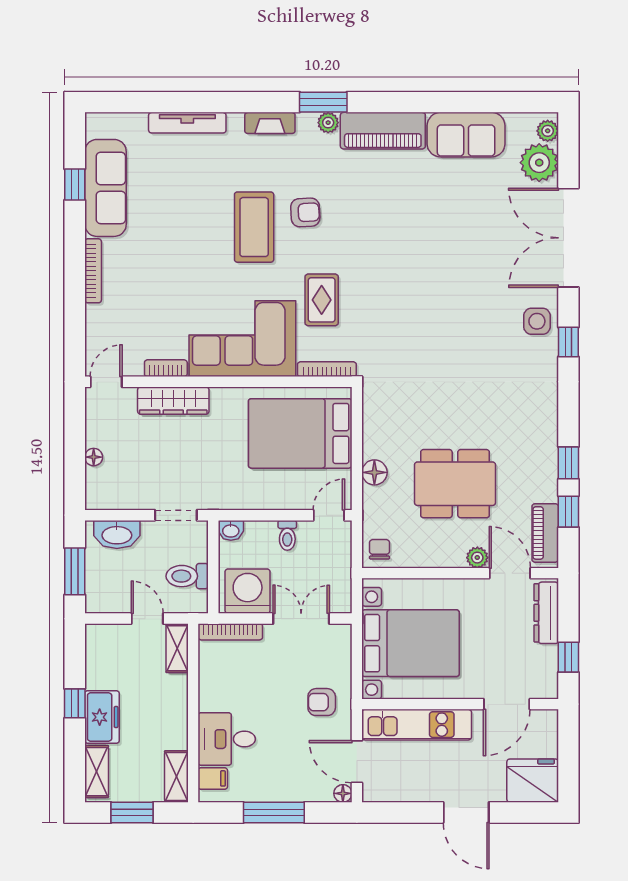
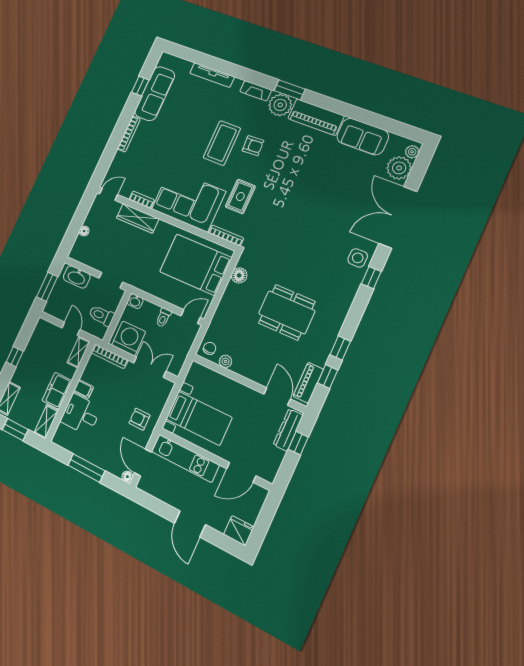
plant: (328, 123) -> (280, 105), width x1.88, depth x1.88
floor lamp: (374, 472) -> (239, 275), moved
dining table: (455, 484) -> (287, 312), moved
plant: (477, 558) -> (225, 361), moved
bed with nightstands: (410, 643) -> (199, 418), width x0.73
window: (568, 657) -> (298, 443), moved
freezer: (102, 717) -> (57, 391), moved, turned 180
filing cabinet: (213, 778) -> (84, 389), moved
fridge: (533, 781) -> (239, 531), width x0.73, depth x0.75

